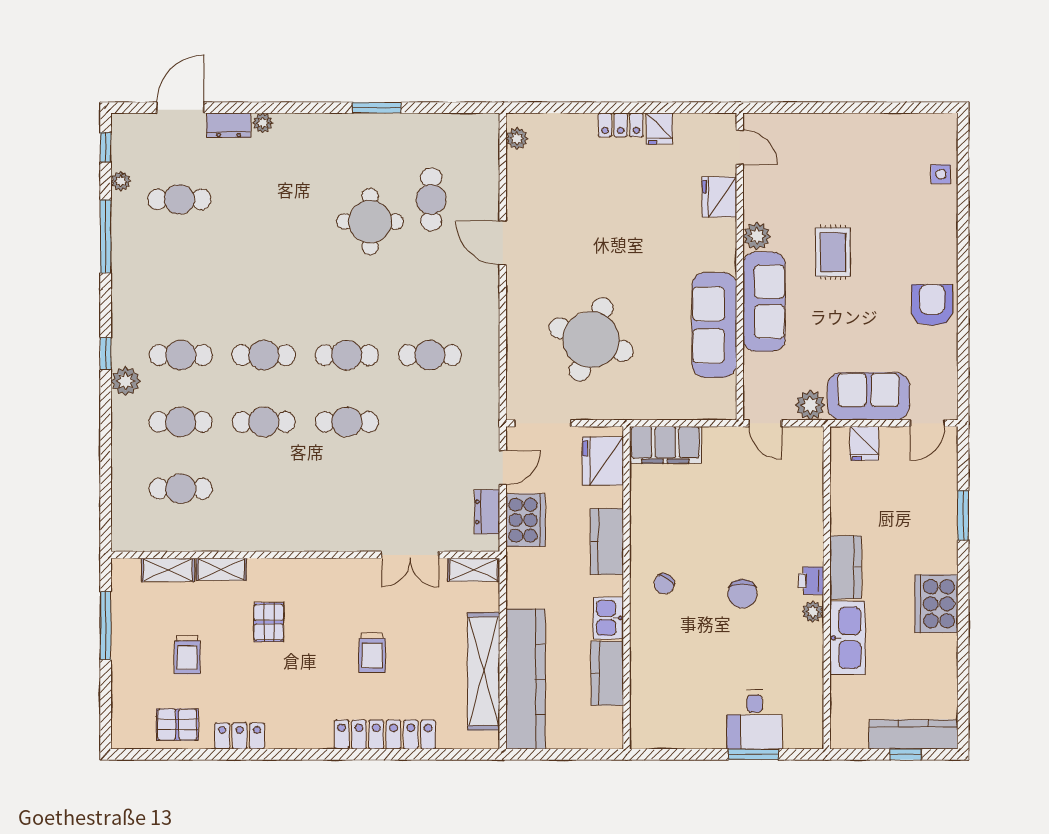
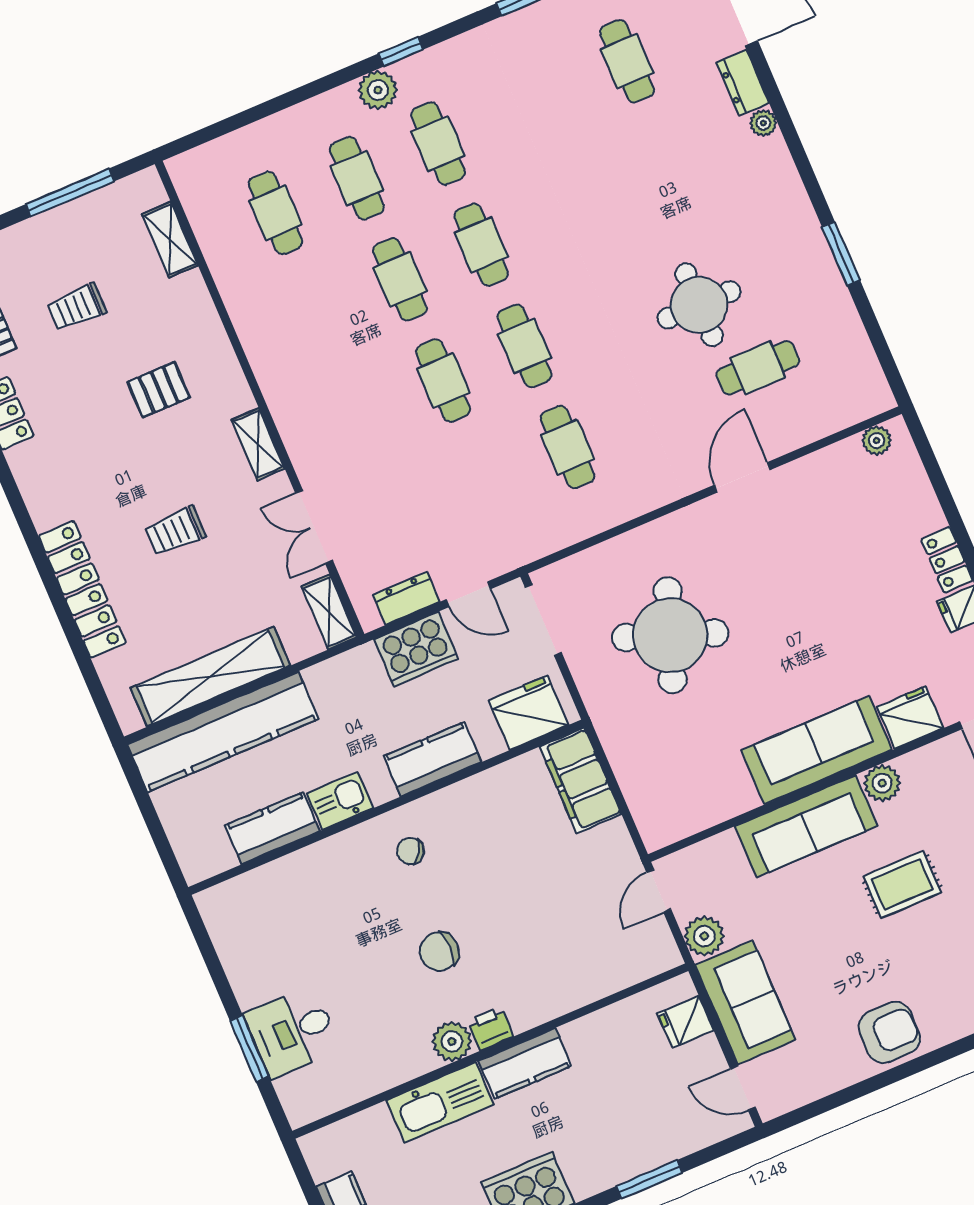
sofa: (714, 325) -> (817, 750), moved
shelving: (221, 569) -> (258, 444), moved
plant: (813, 612) -> (452, 1041), width x1.38, depth x1.38

